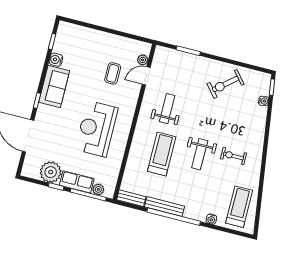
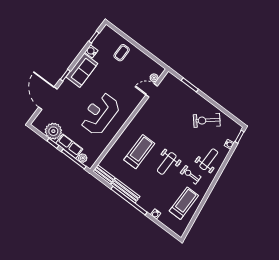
coffee table: (113, 73) -> (122, 53), moved
weight bench: (167, 109) -> (209, 159), moved
treadmill: (239, 207) -> (184, 203), moved

